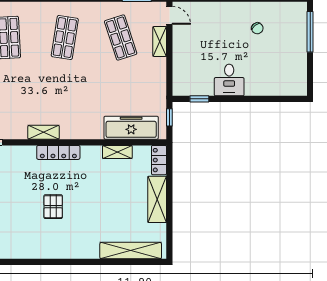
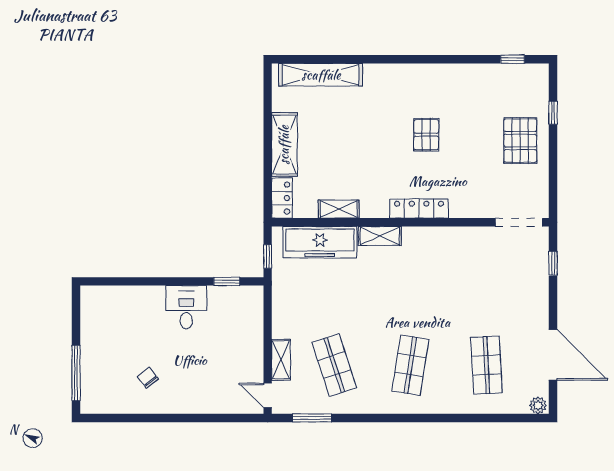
shelving: (44, 132) -> (380, 236), moved

